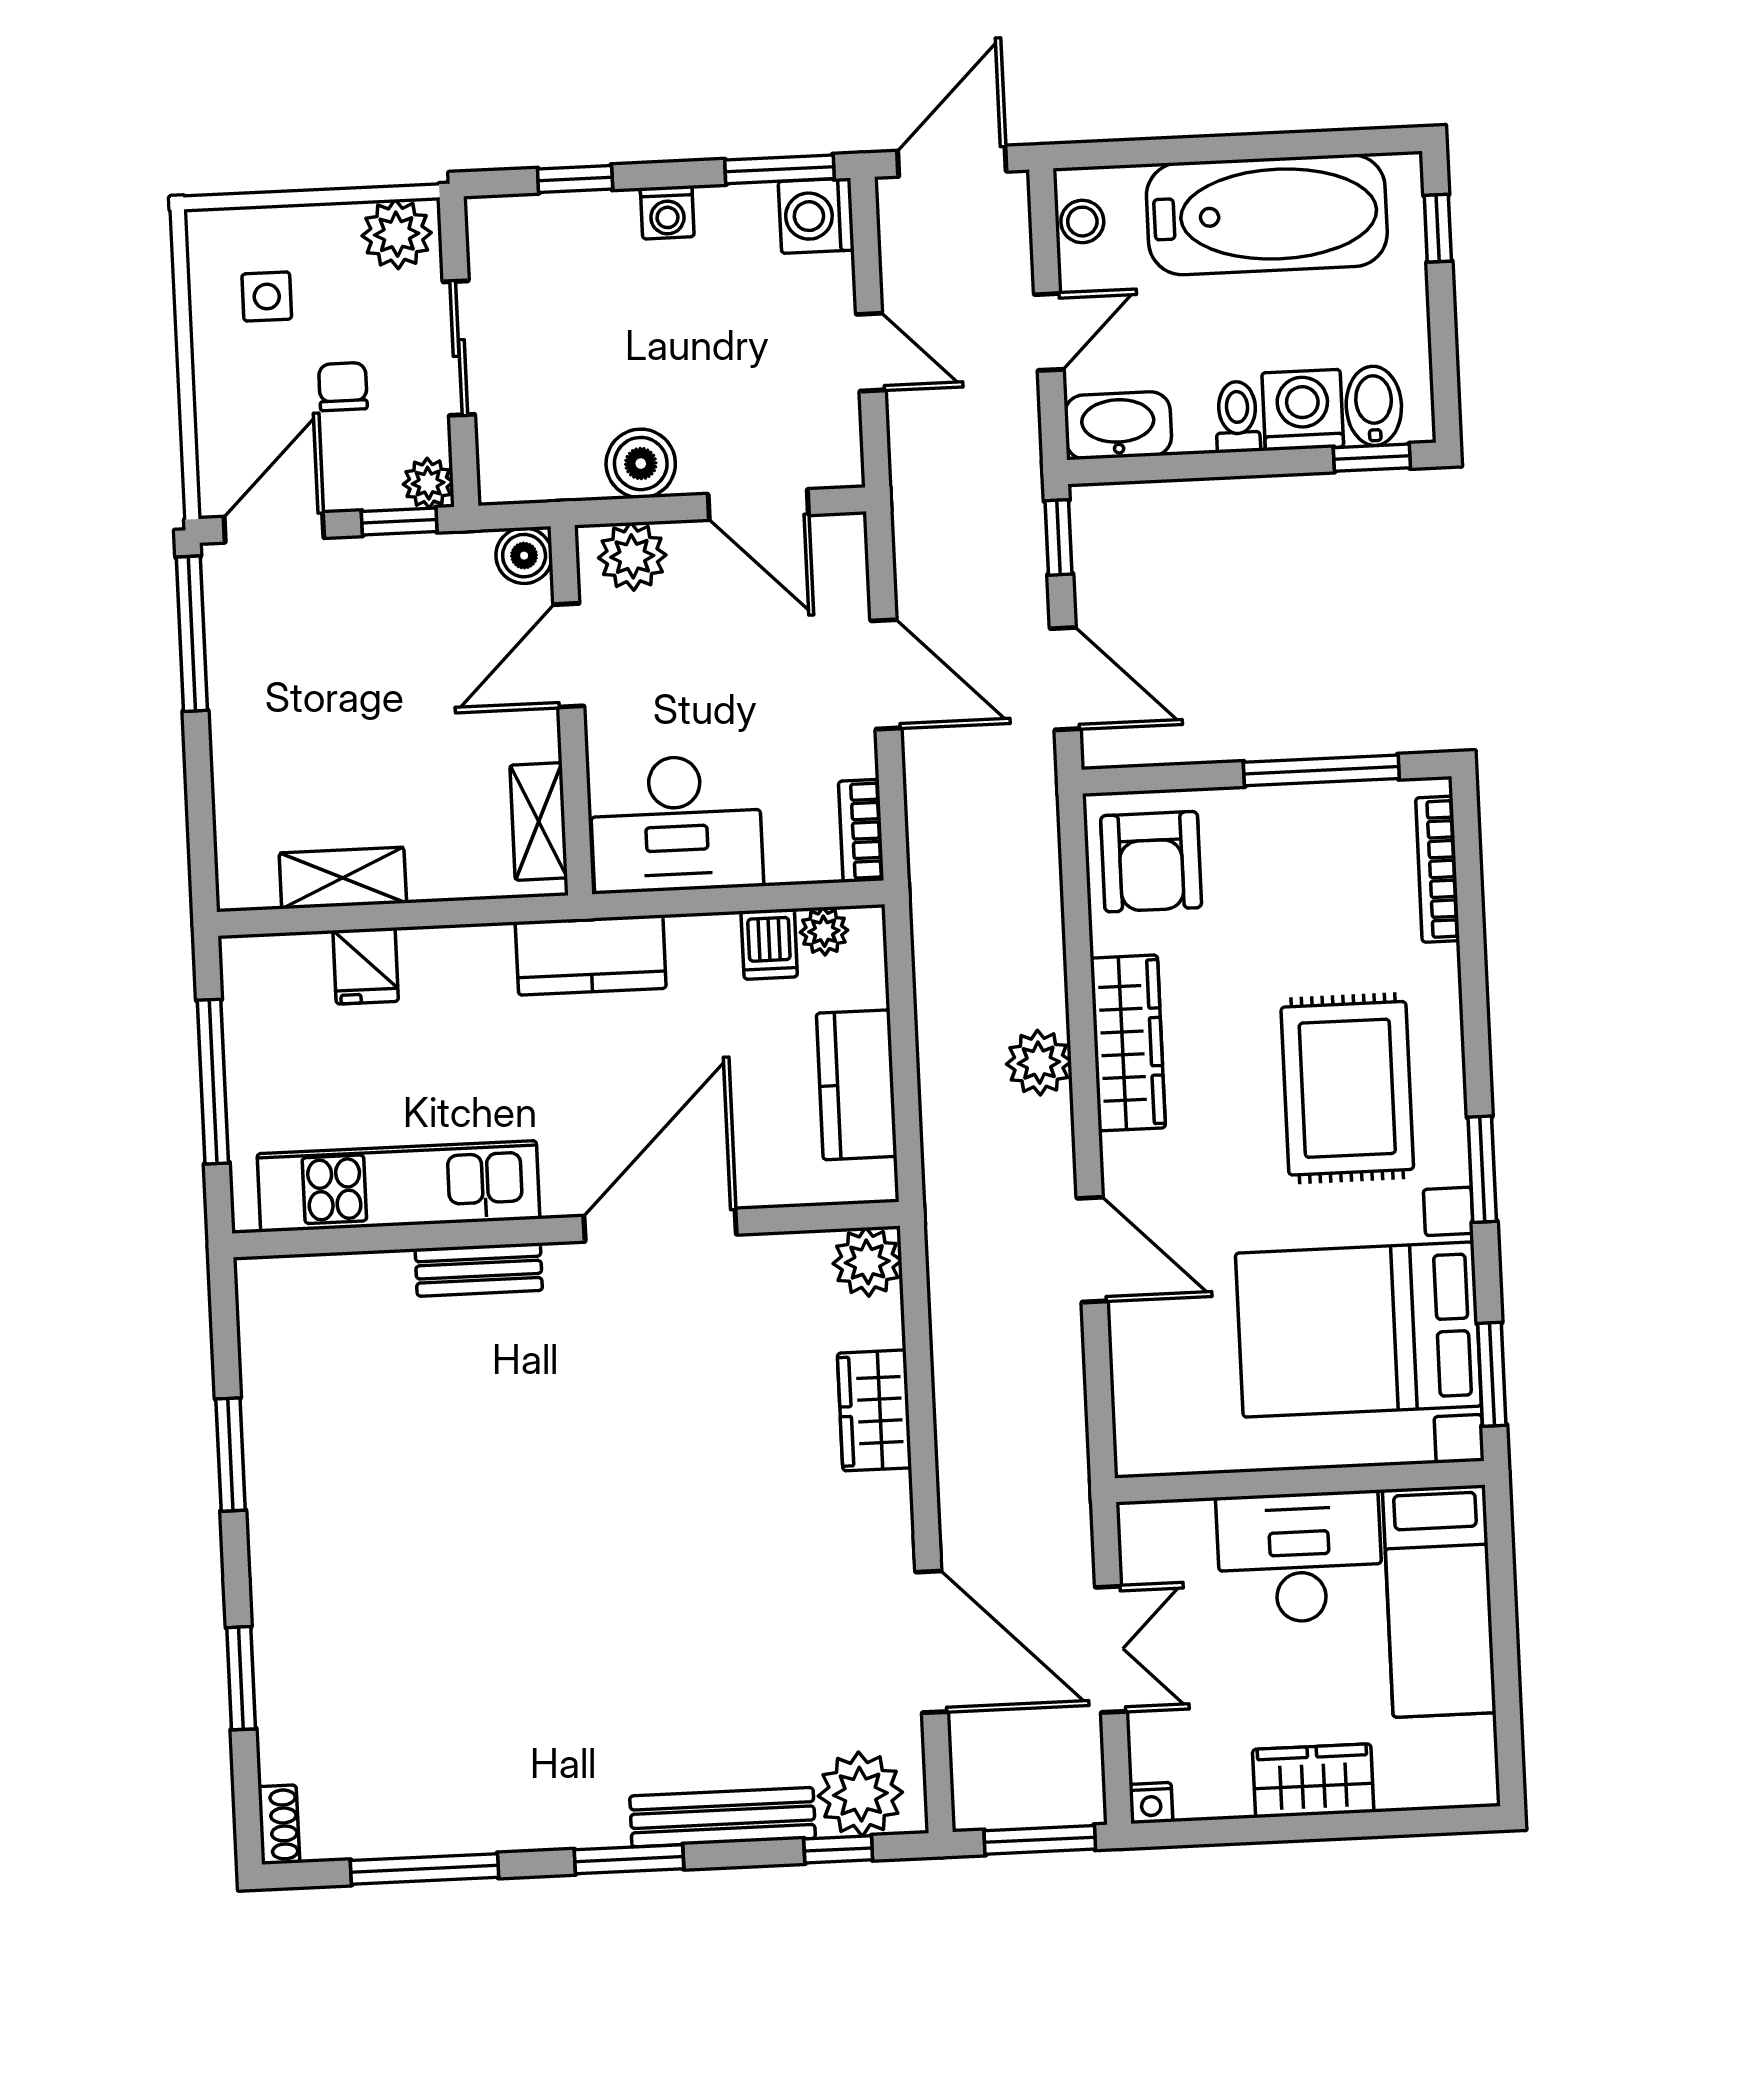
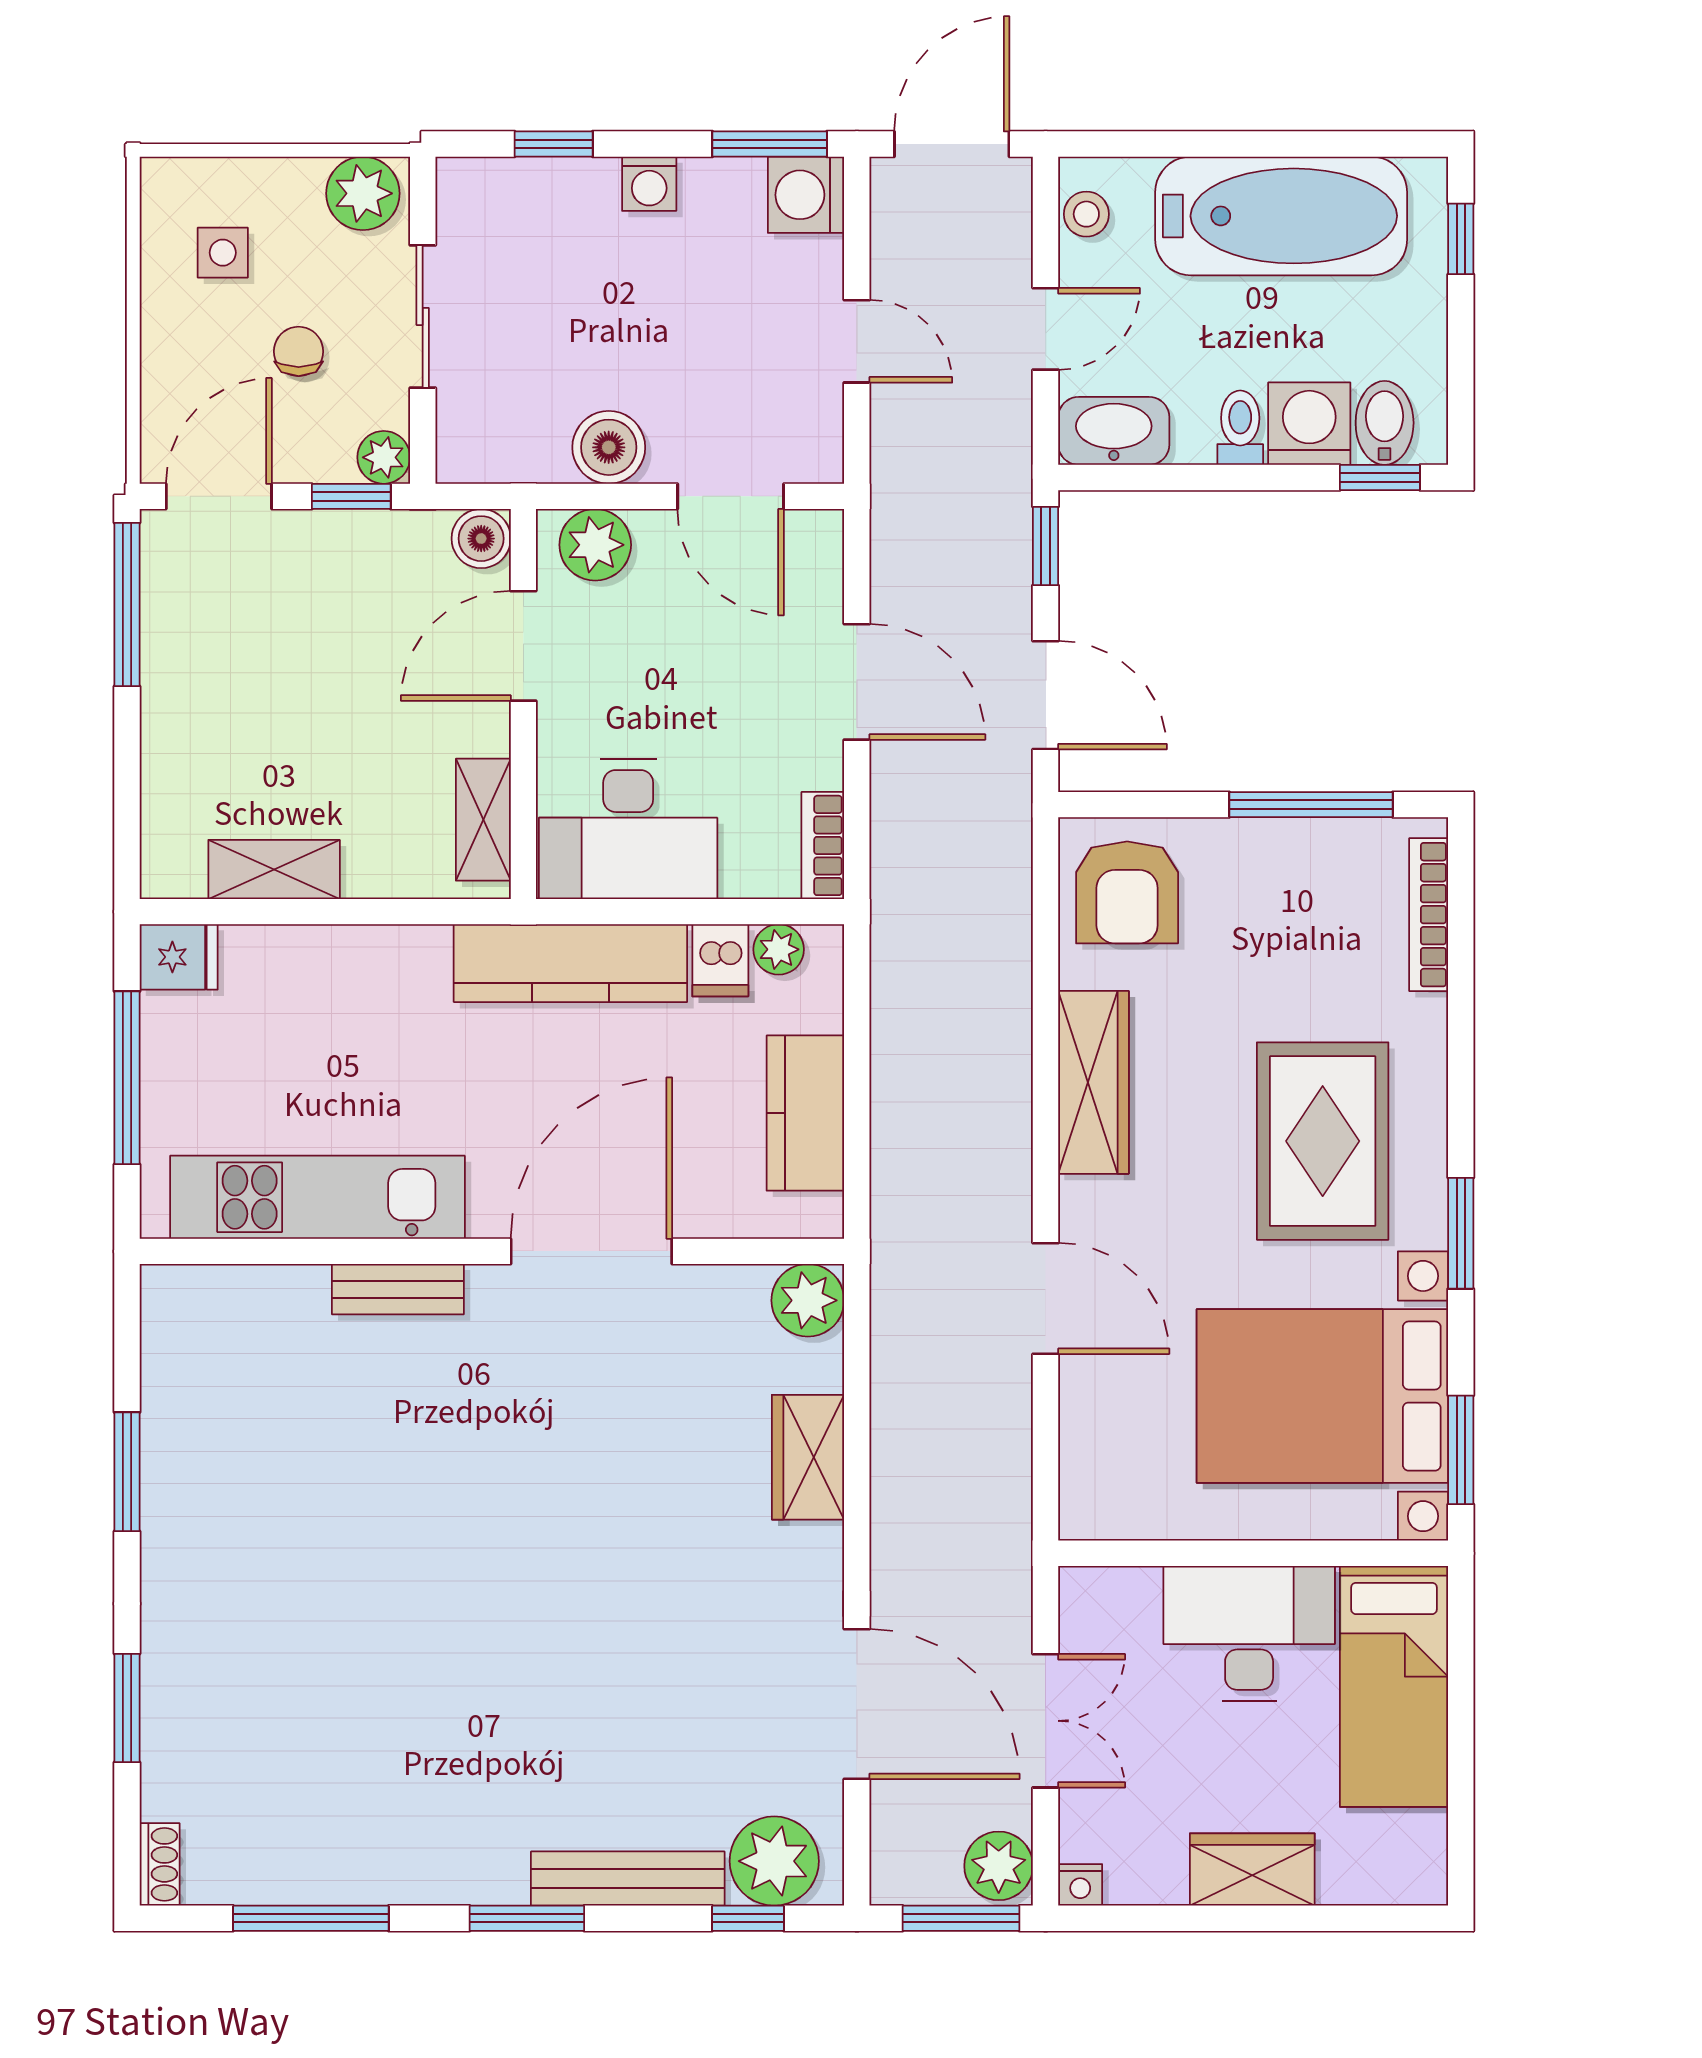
kitchen counter: (591, 955) -> (570, 963), width x1.50
fridge: (366, 966) -> (179, 957), moved, turned -90
plant: (1039, 1063) -> (999, 1866), moved

